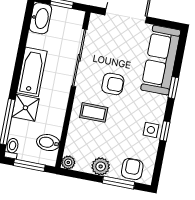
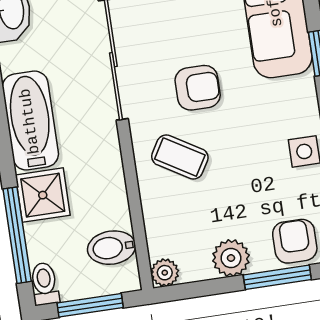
coffee table: (94, 112) -> (180, 157), turned 31

